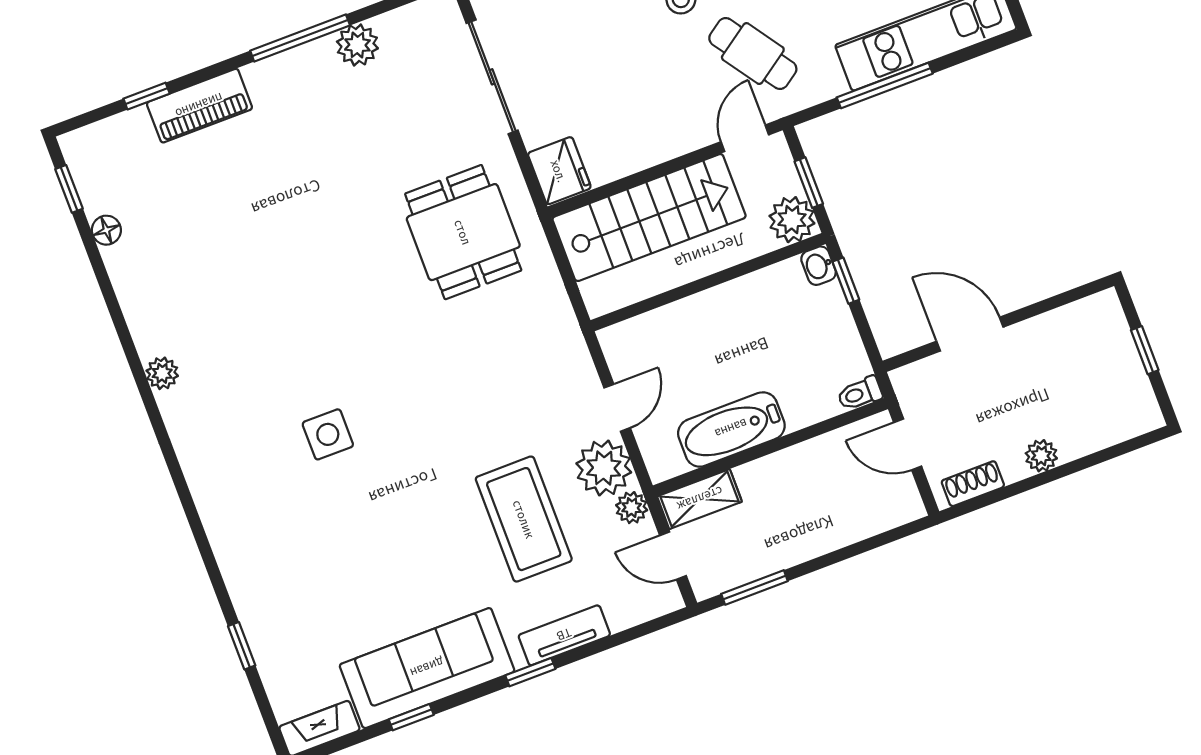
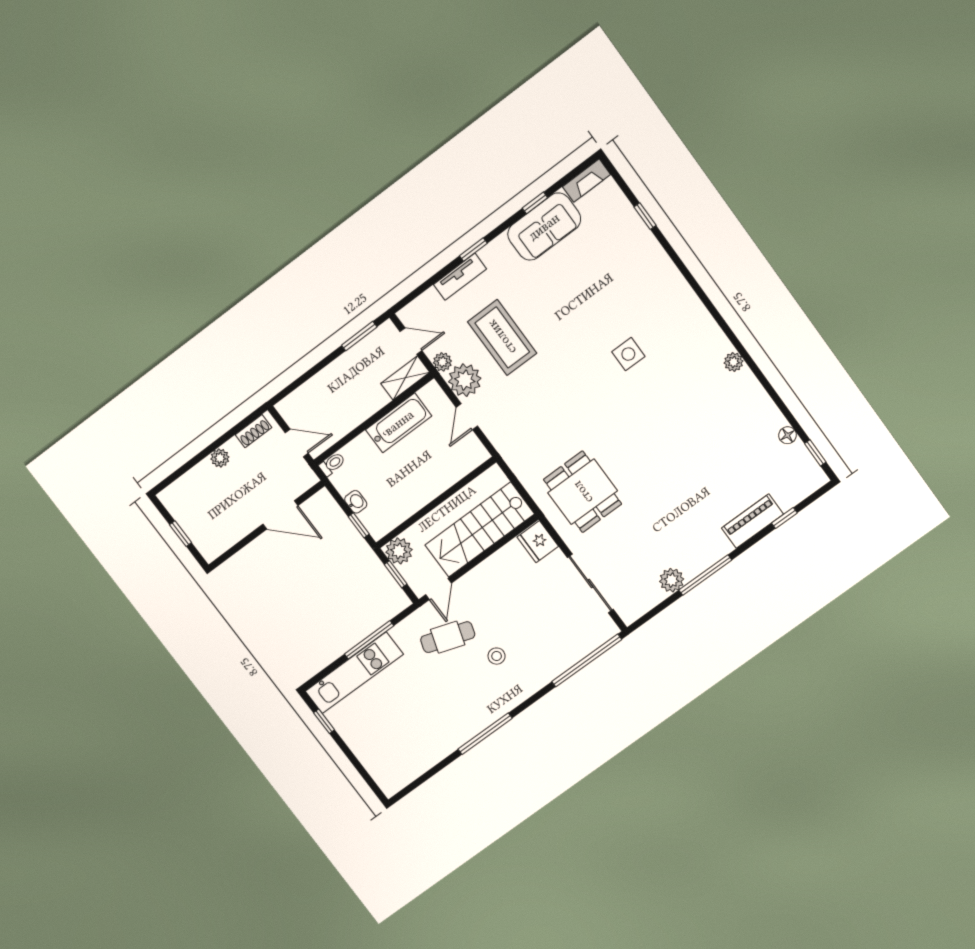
cafe table: (753, 54) -> (448, 637), turned -37
washbasin: (819, 266) -> (356, 502), moved
sofa: (427, 668) -> (544, 227), width x0.73

